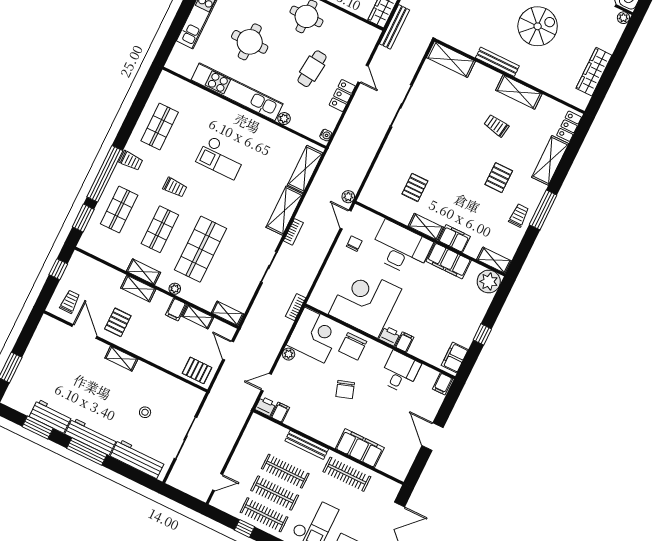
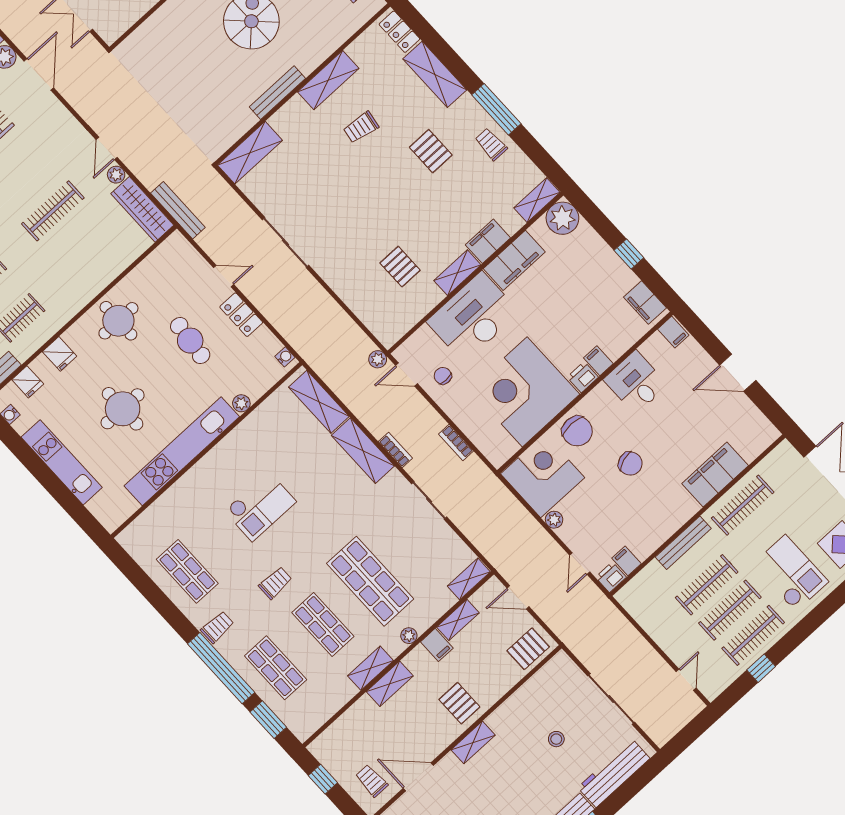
bookcase: (296, 307) -> (456, 443), moved
pallet: (118, 322) -> (459, 703), moved

